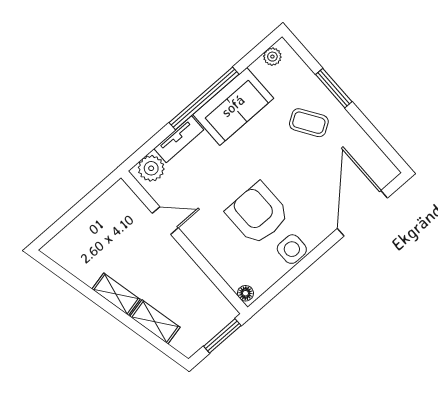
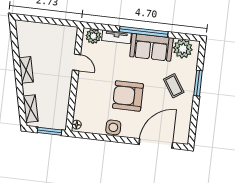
plant: (272, 57) -> (183, 49), width x1.88, depth x1.88
armchair: (258, 214) -> (128, 96), moved, turned -90
shelving: (155, 322) -> (31, 109), moved

